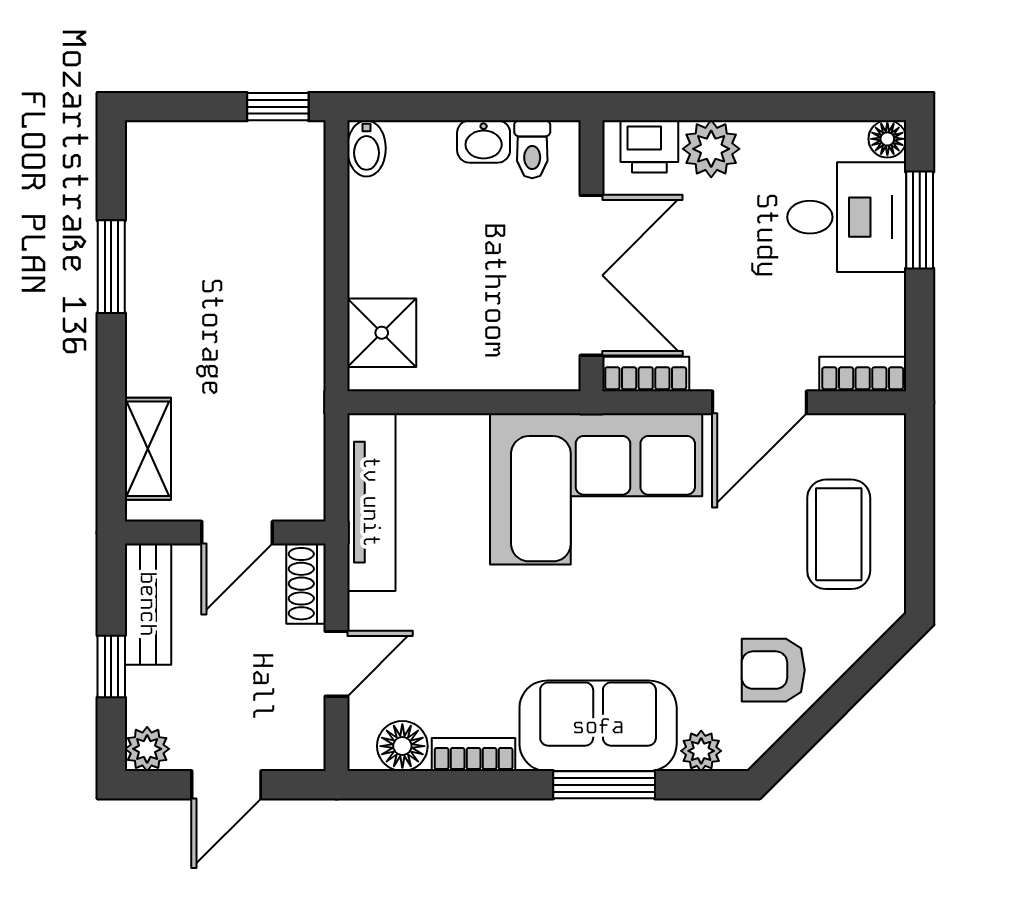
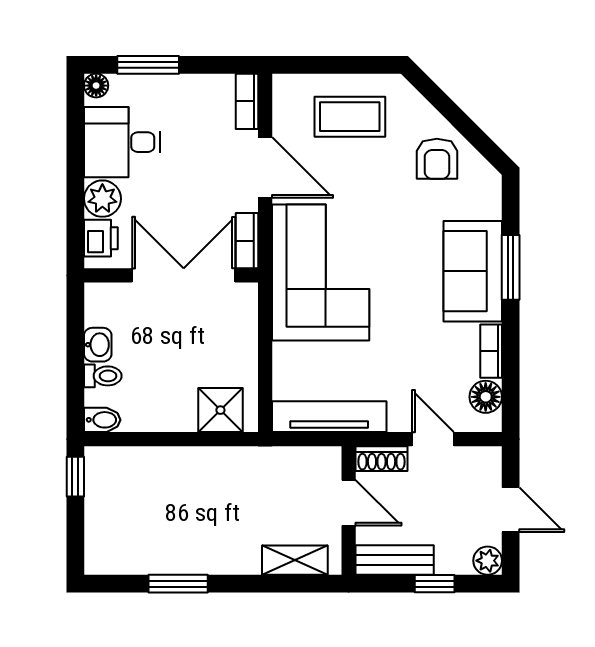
toilet: (532, 149) -> (103, 376), moved
desk: (847, 217) -> (122, 142), moved, turned -90
plant: (701, 751) -> (489, 205), removed

